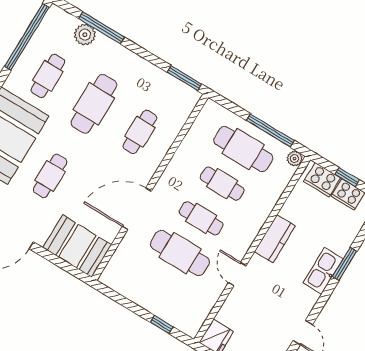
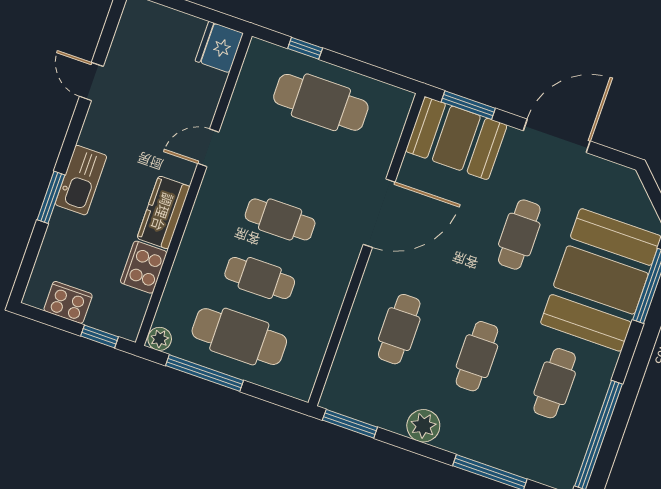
plant: (85, 35) -> (423, 426), moved
cafe table: (94, 104) -> (477, 356), width x0.73, depth x0.74
window: (347, 177) -> (99, 336), moved
cooker: (322, 180) -> (144, 267), moved, turned -90
cafe table: (180, 253) -> (321, 102), moved
window: (65, 266) -> (468, 105), added
door: (237, 274) -> (208, 148), swing flipped

